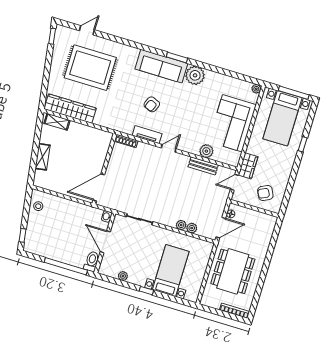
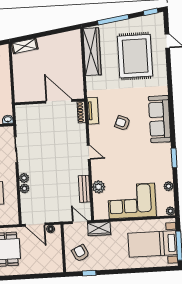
window: (177, 57) -> (174, 158), moved
plant: (195, 75) -> (169, 186), moved, width x0.53, depth x0.53
window: (46, 76) -> (113, 20), added
shelving: (57, 122) -> (76, 44), removed
tv unit: (147, 135) -> (93, 111), moved
window: (303, 144) -> (89, 273), moved
shelving: (43, 157) -> (25, 46), moved
door: (99, 187) -> (59, 101), moved
plant: (192, 228) -> (24, 178), moved

